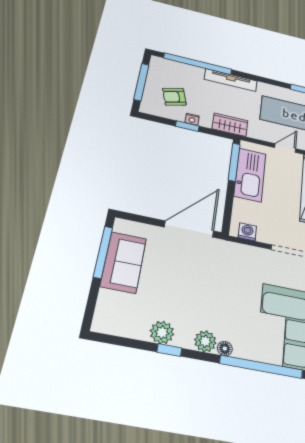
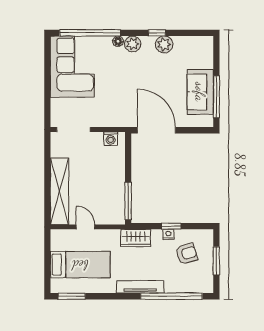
window: (141, 82) -> (216, 261), width x0.69
door: (285, 148) -> (85, 227), swing flipped
kitchen sink: (250, 175) -> (113, 192), removed
door: (189, 229) -> (156, 130), swing flipped

